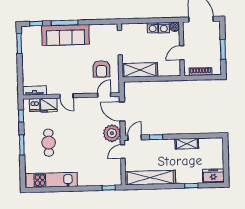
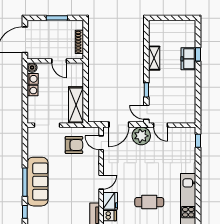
freezer: (213, 176) -> (188, 59), moved
shelving: (150, 178) -> (189, 97), removed

